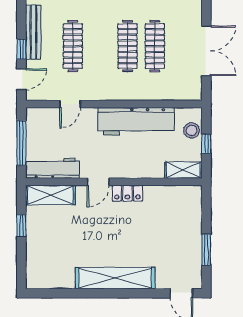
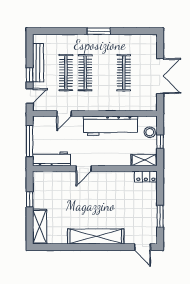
clothes rail: (128, 46) -> (85, 73), moved
locker: (127, 193) -> (146, 177), moved
shelving: (50, 195) -> (40, 227), moved, turned 90

